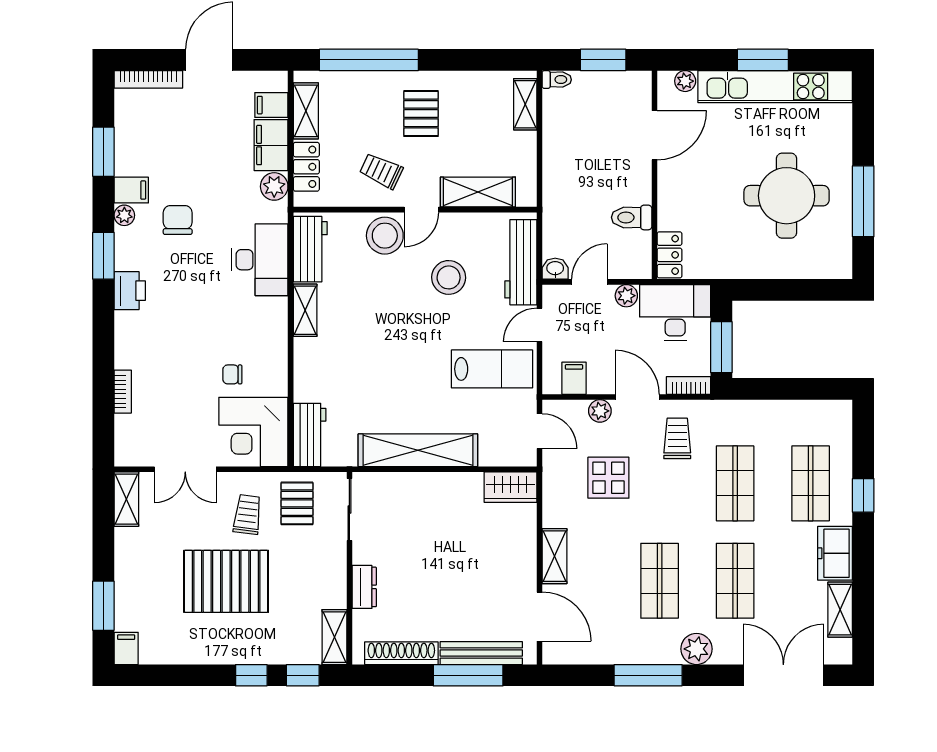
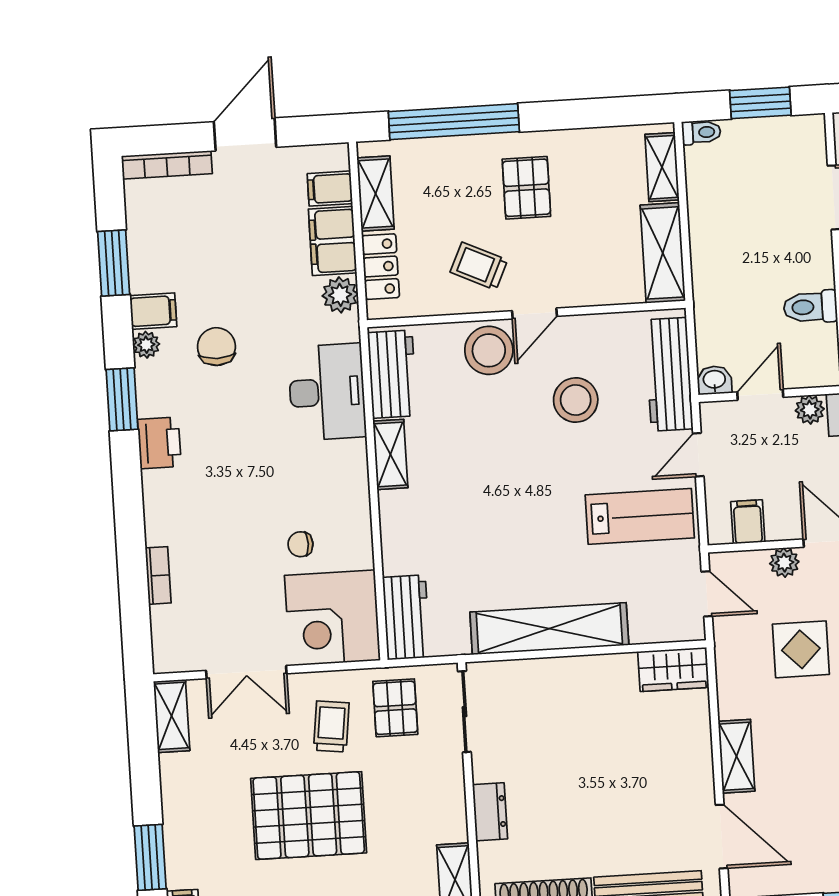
shelving: (478, 192) -> (663, 253), moved, turned 90

